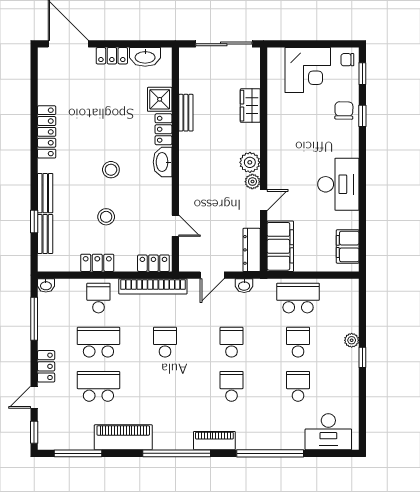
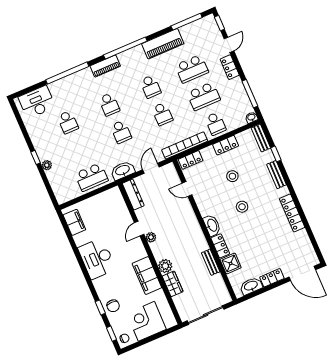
plant: (250, 162) -> (165, 266), moved
bench: (45, 234) -> (261, 138), moved
filing cabinet: (280, 246) -> (147, 276), moved
washbasin: (244, 286) -> (123, 170), width x1.91, depth x1.45
school desk: (298, 342) -> (150, 87), moved

